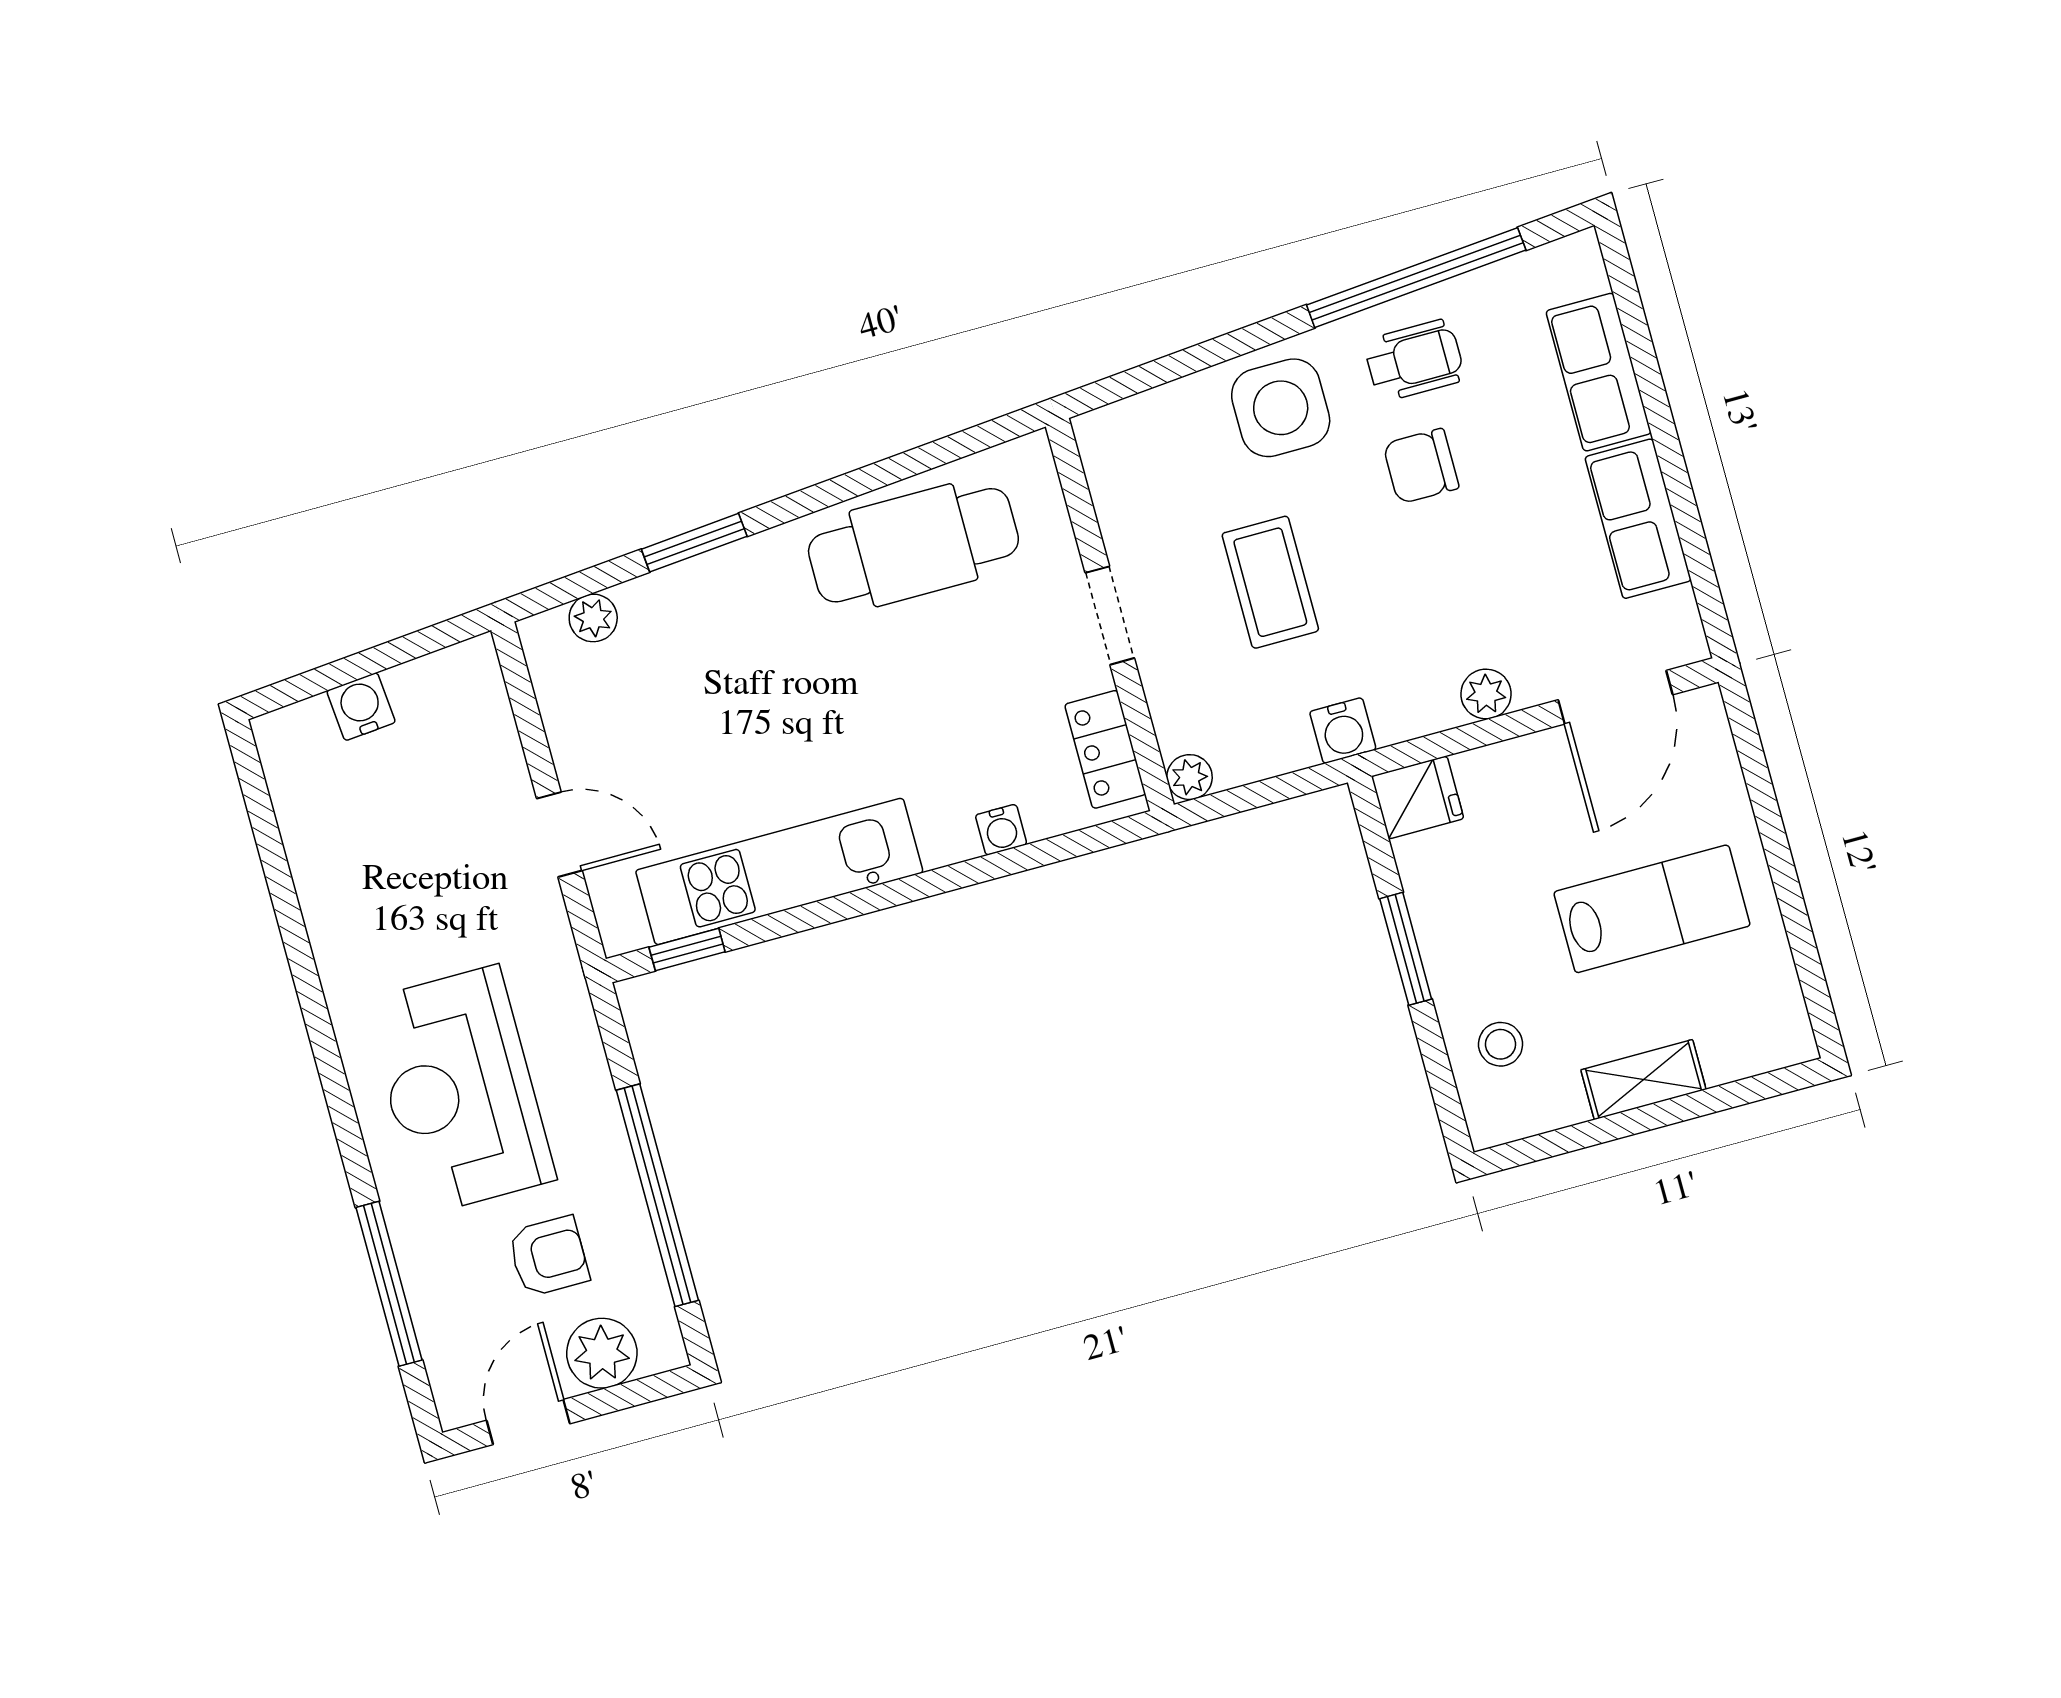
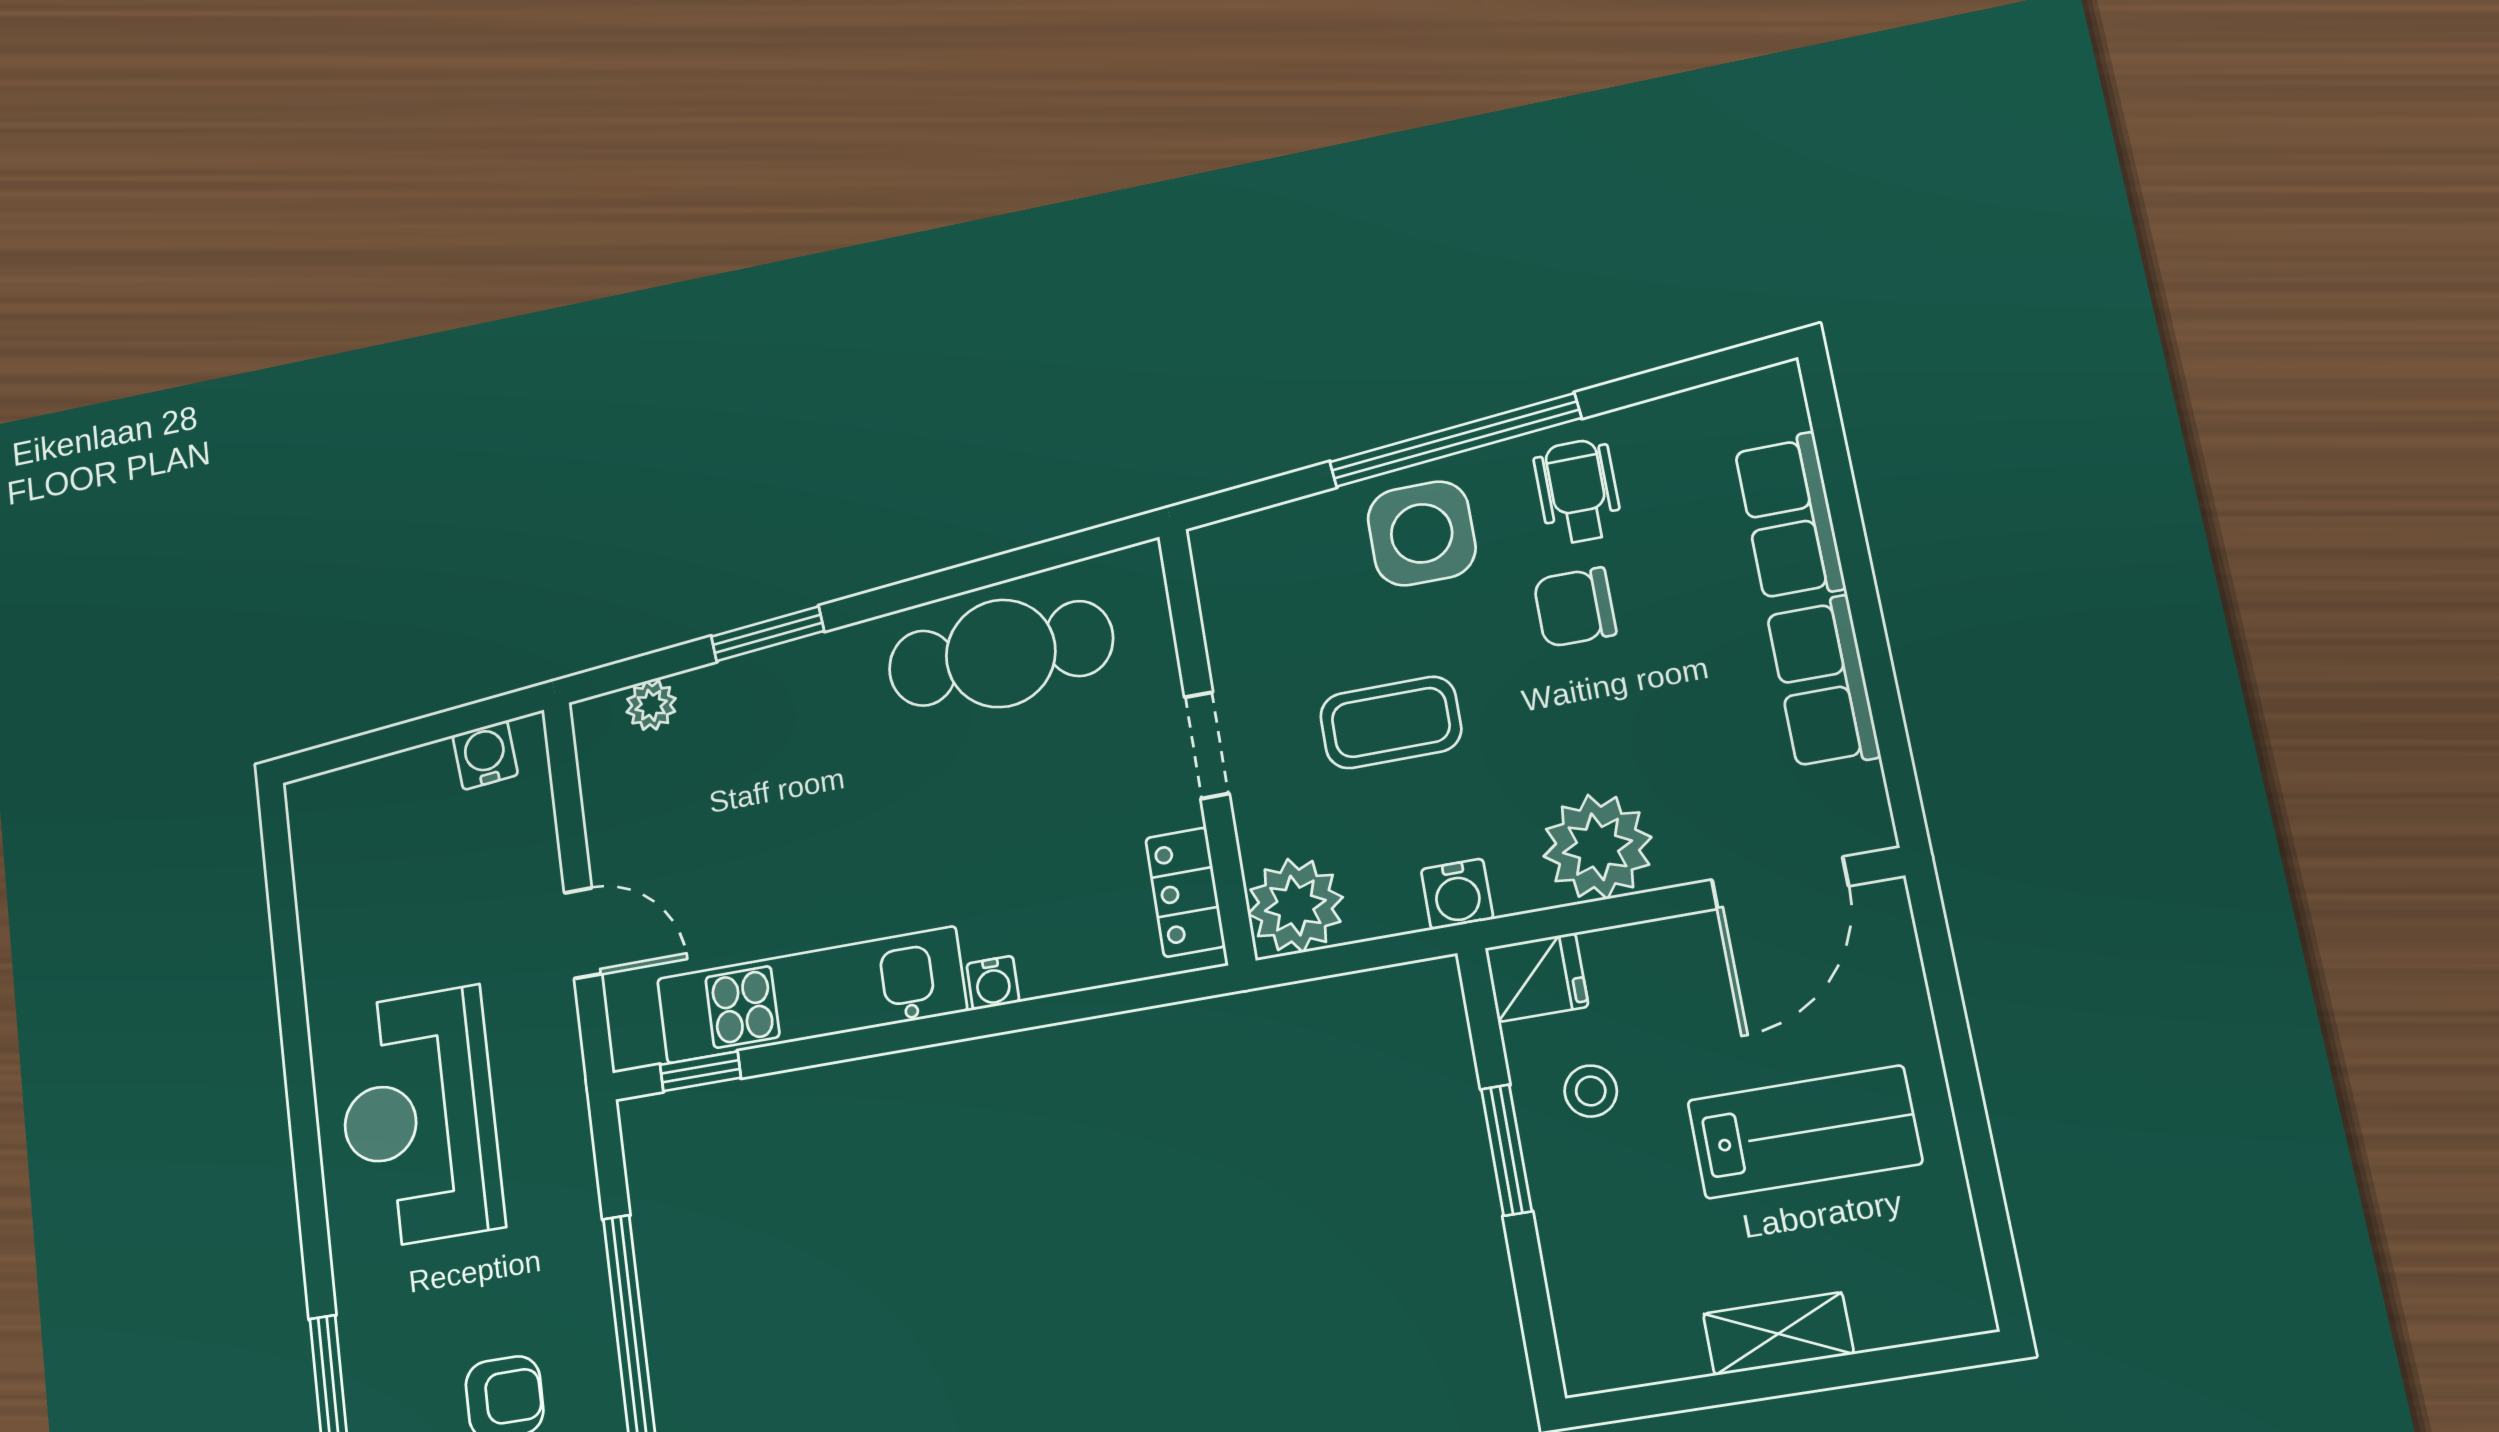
window: (1416, 278) -> (1455, 440), moved
wheelchair: (1414, 360) -> (1578, 491), turned -90
coffee table: (1270, 582) -> (1391, 722), turned 90
plant: (1486, 694) -> (1597, 847), width x1.87, depth x1.87
water cooler: (361, 707) -> (485, 755), moved
plant: (1190, 777) -> (1295, 906), width x1.87, depth x1.87
water cooler: (1001, 830) -> (993, 983), moved
stool: (1501, 1044) -> (1591, 1091), moved
reception desk: (460, 1090) -> (419, 1117), moved

